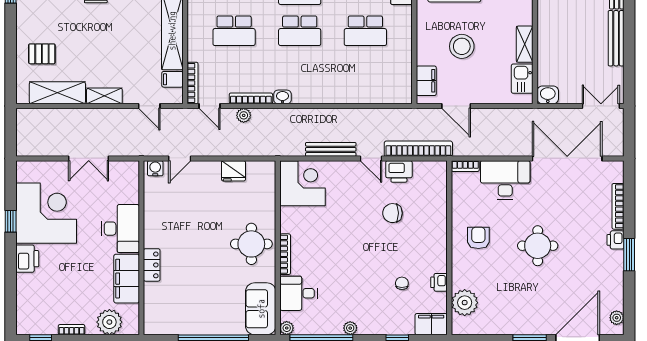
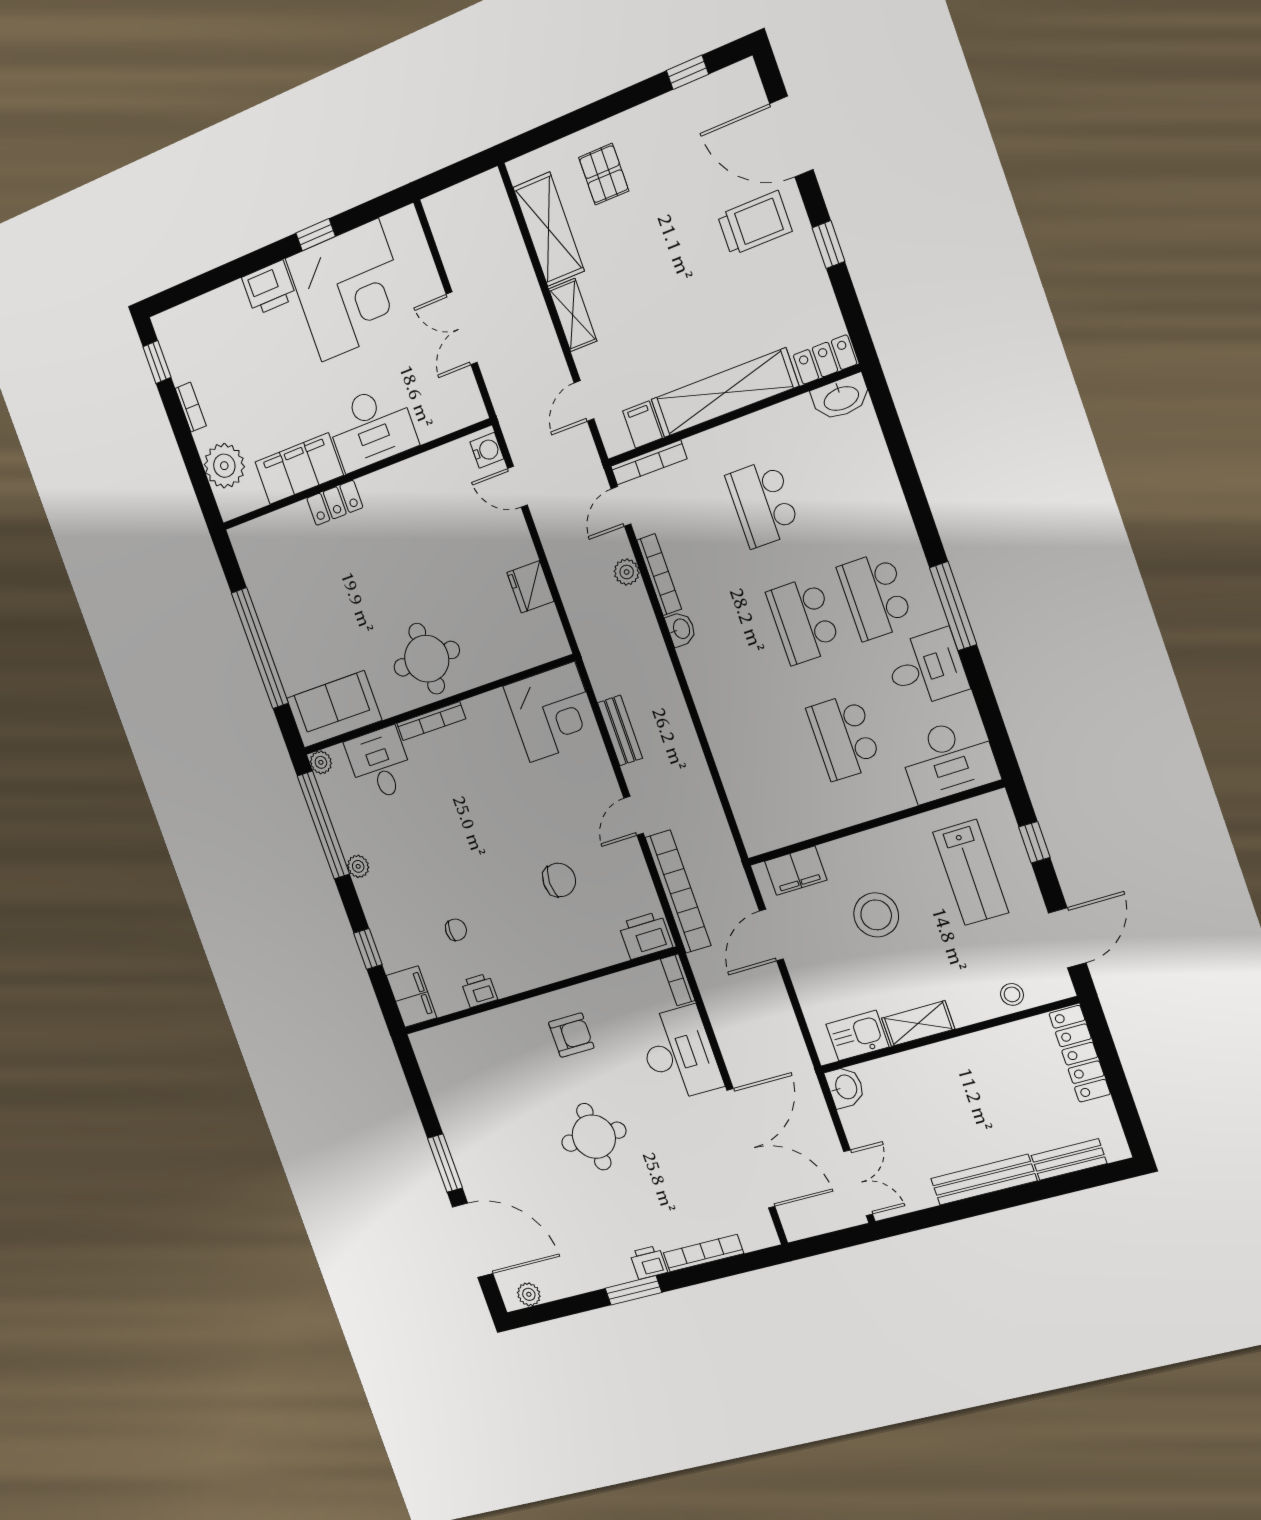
bench: (331, 149) -> (620, 730), width x0.73
printer: (399, 171) -> (645, 935), moved, turned 90
chair: (392, 213) -> (559, 880), turned 90
plant: (465, 303) -> (463, 1042), removed

